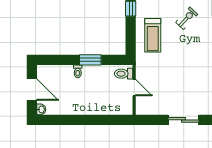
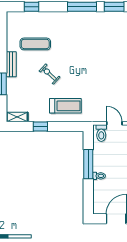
window: (90, 60) -> (88, 164), width x1.44
door: (134, 88) -> (114, 123), hinge flipped

